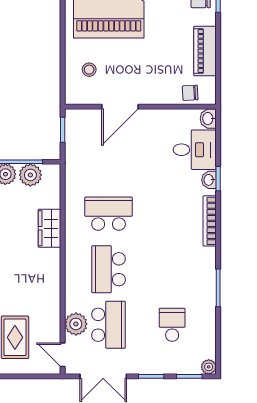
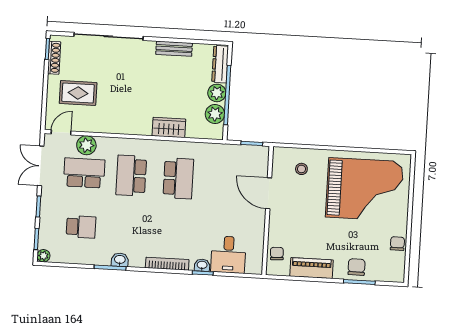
washbasin: (208, 119) -> (120, 260), moved
school desk: (109, 269) -> (131, 176), turned -90
school desk: (109, 325) -> (84, 173), turned 180

